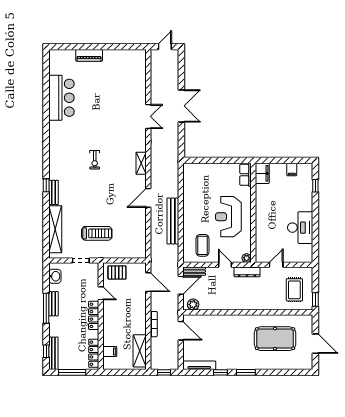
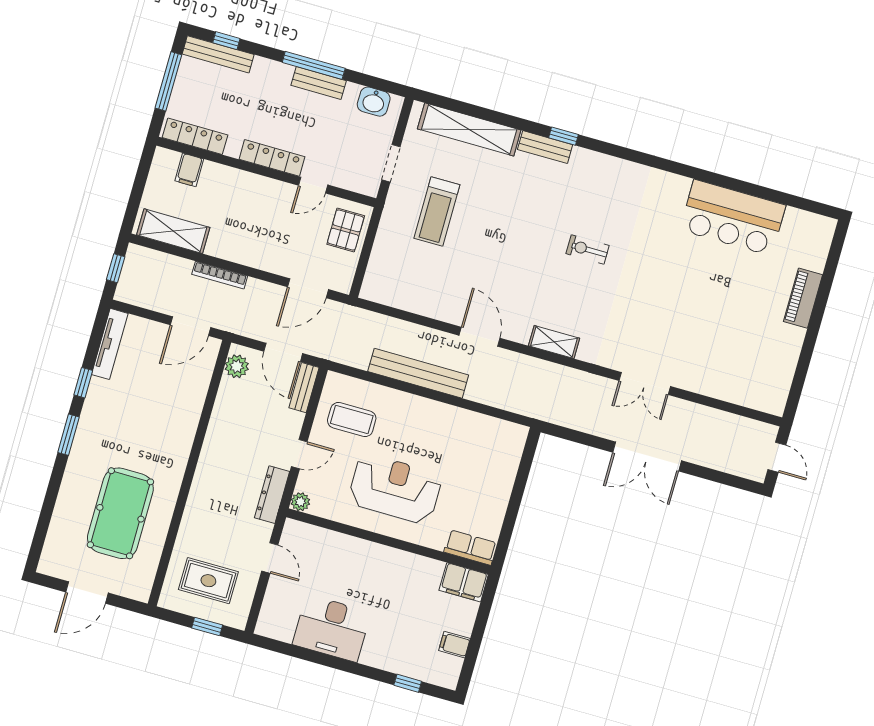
window: (315, 300) -> (207, 627), moved

